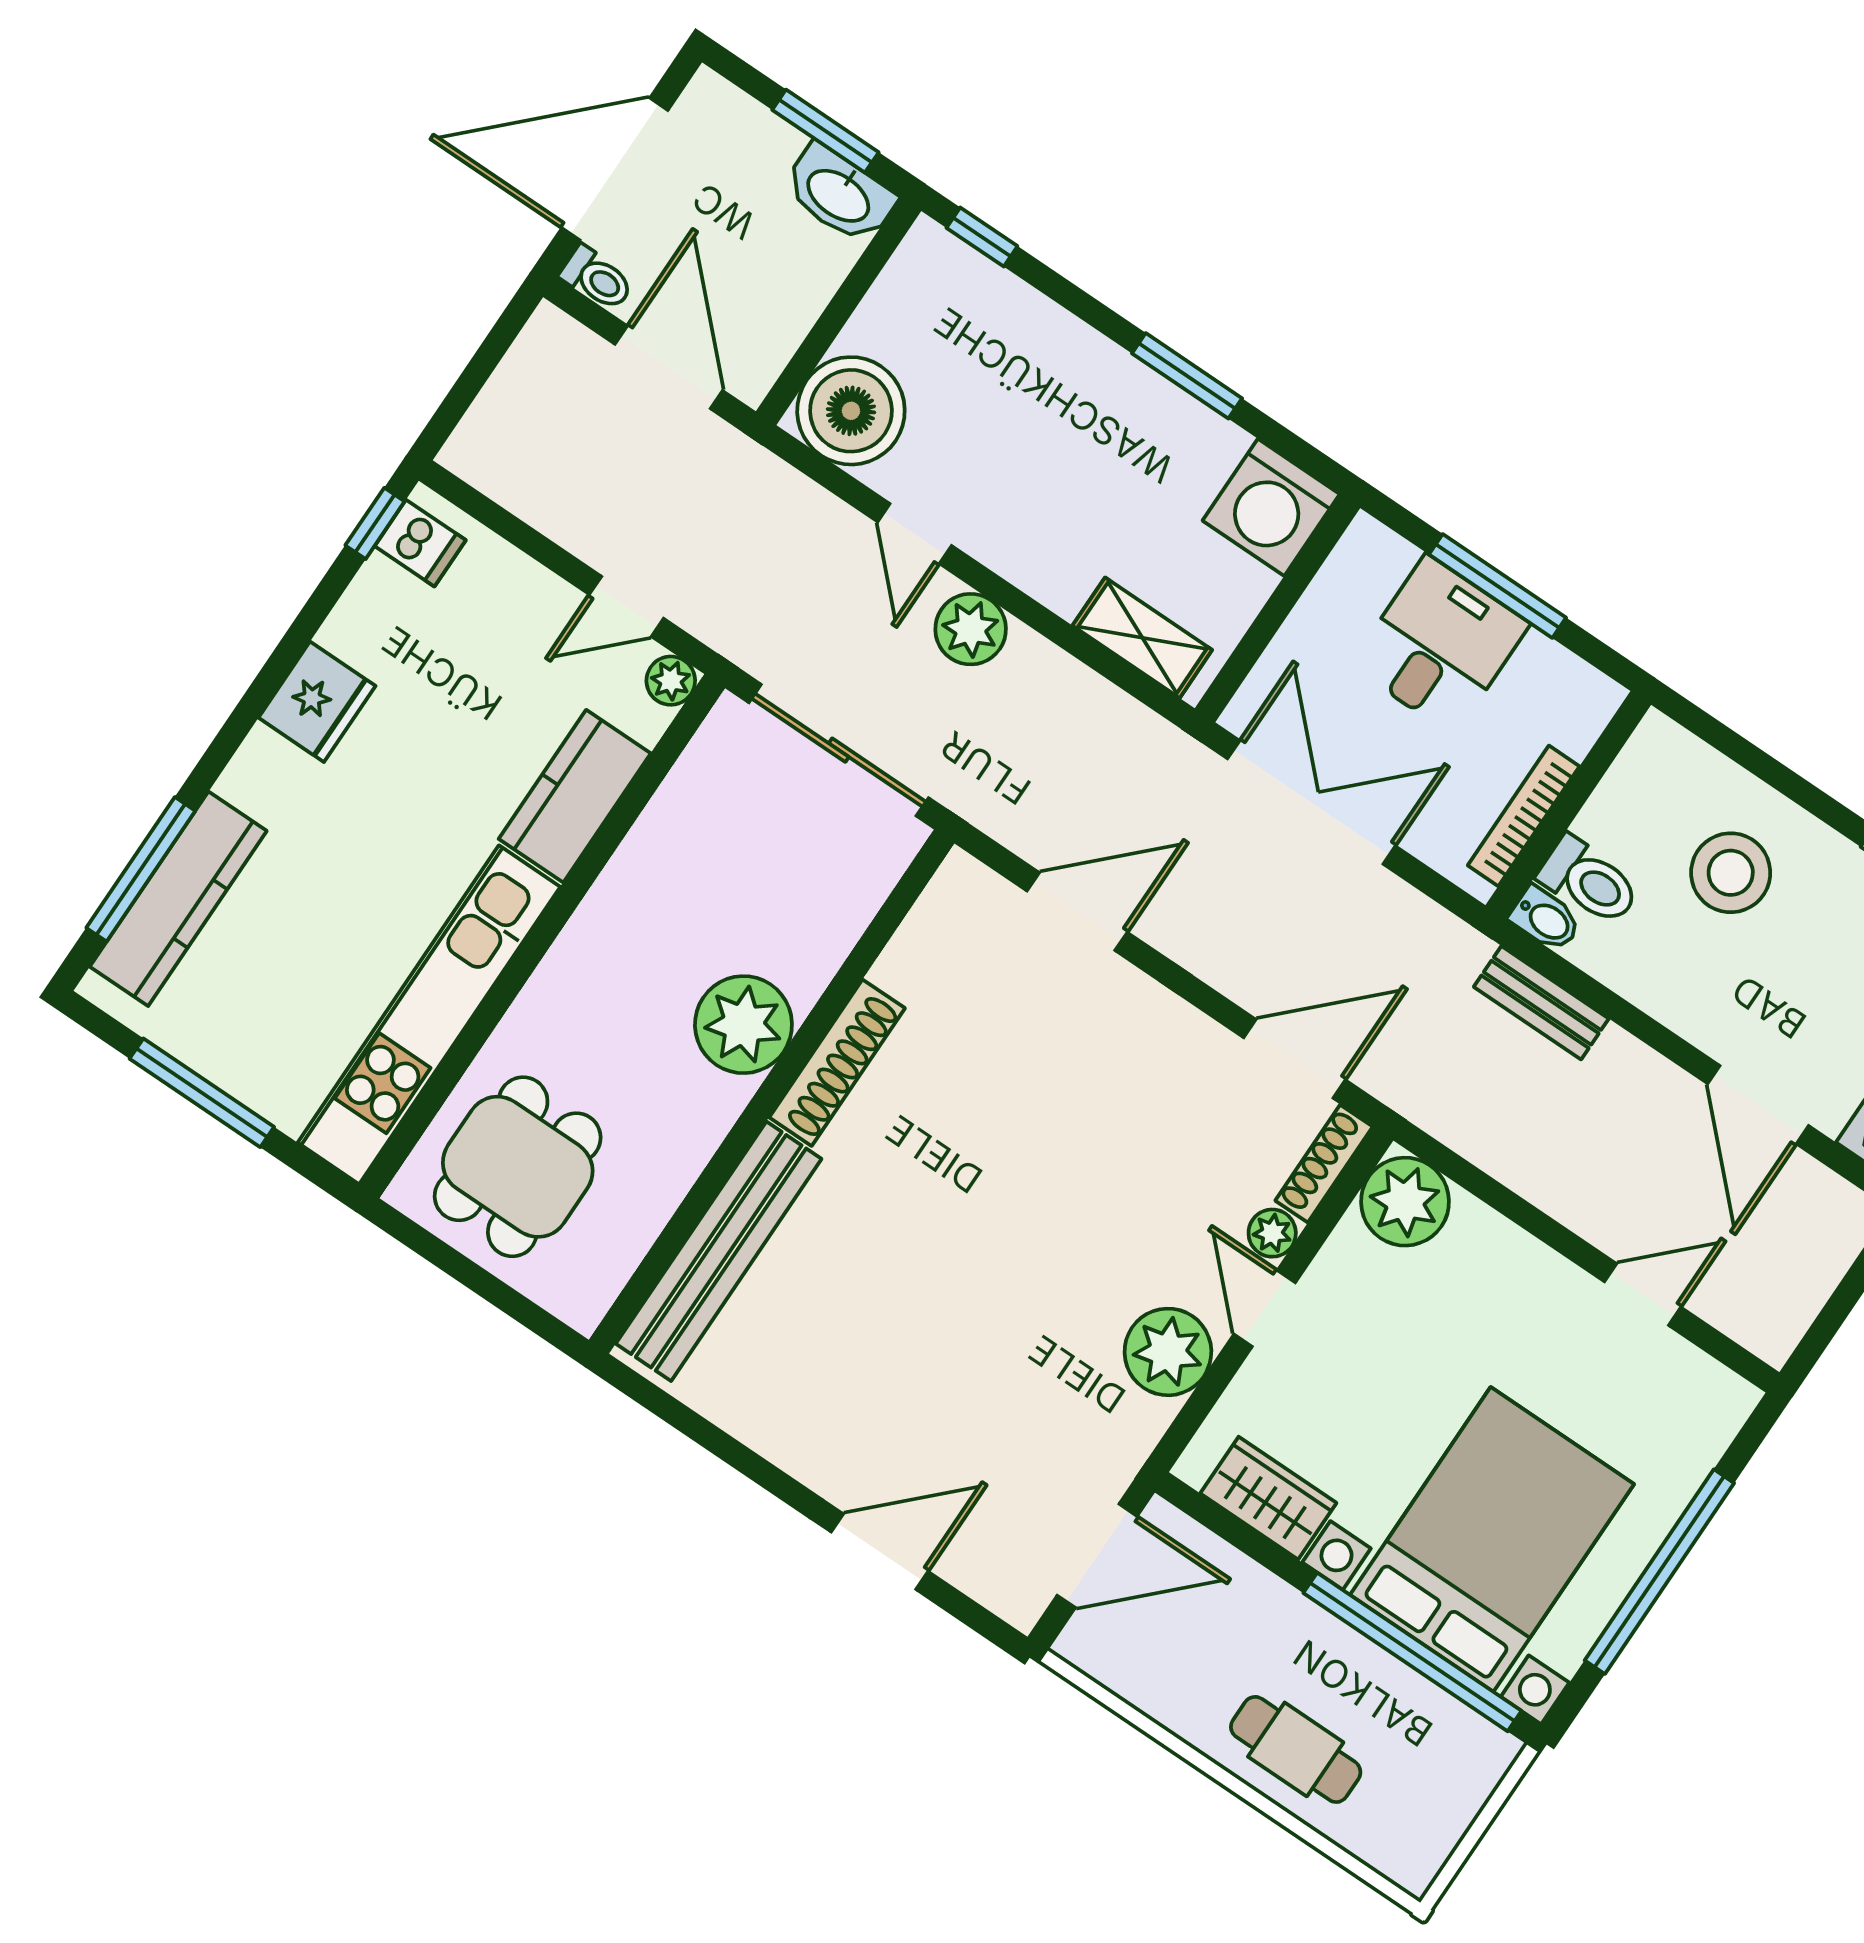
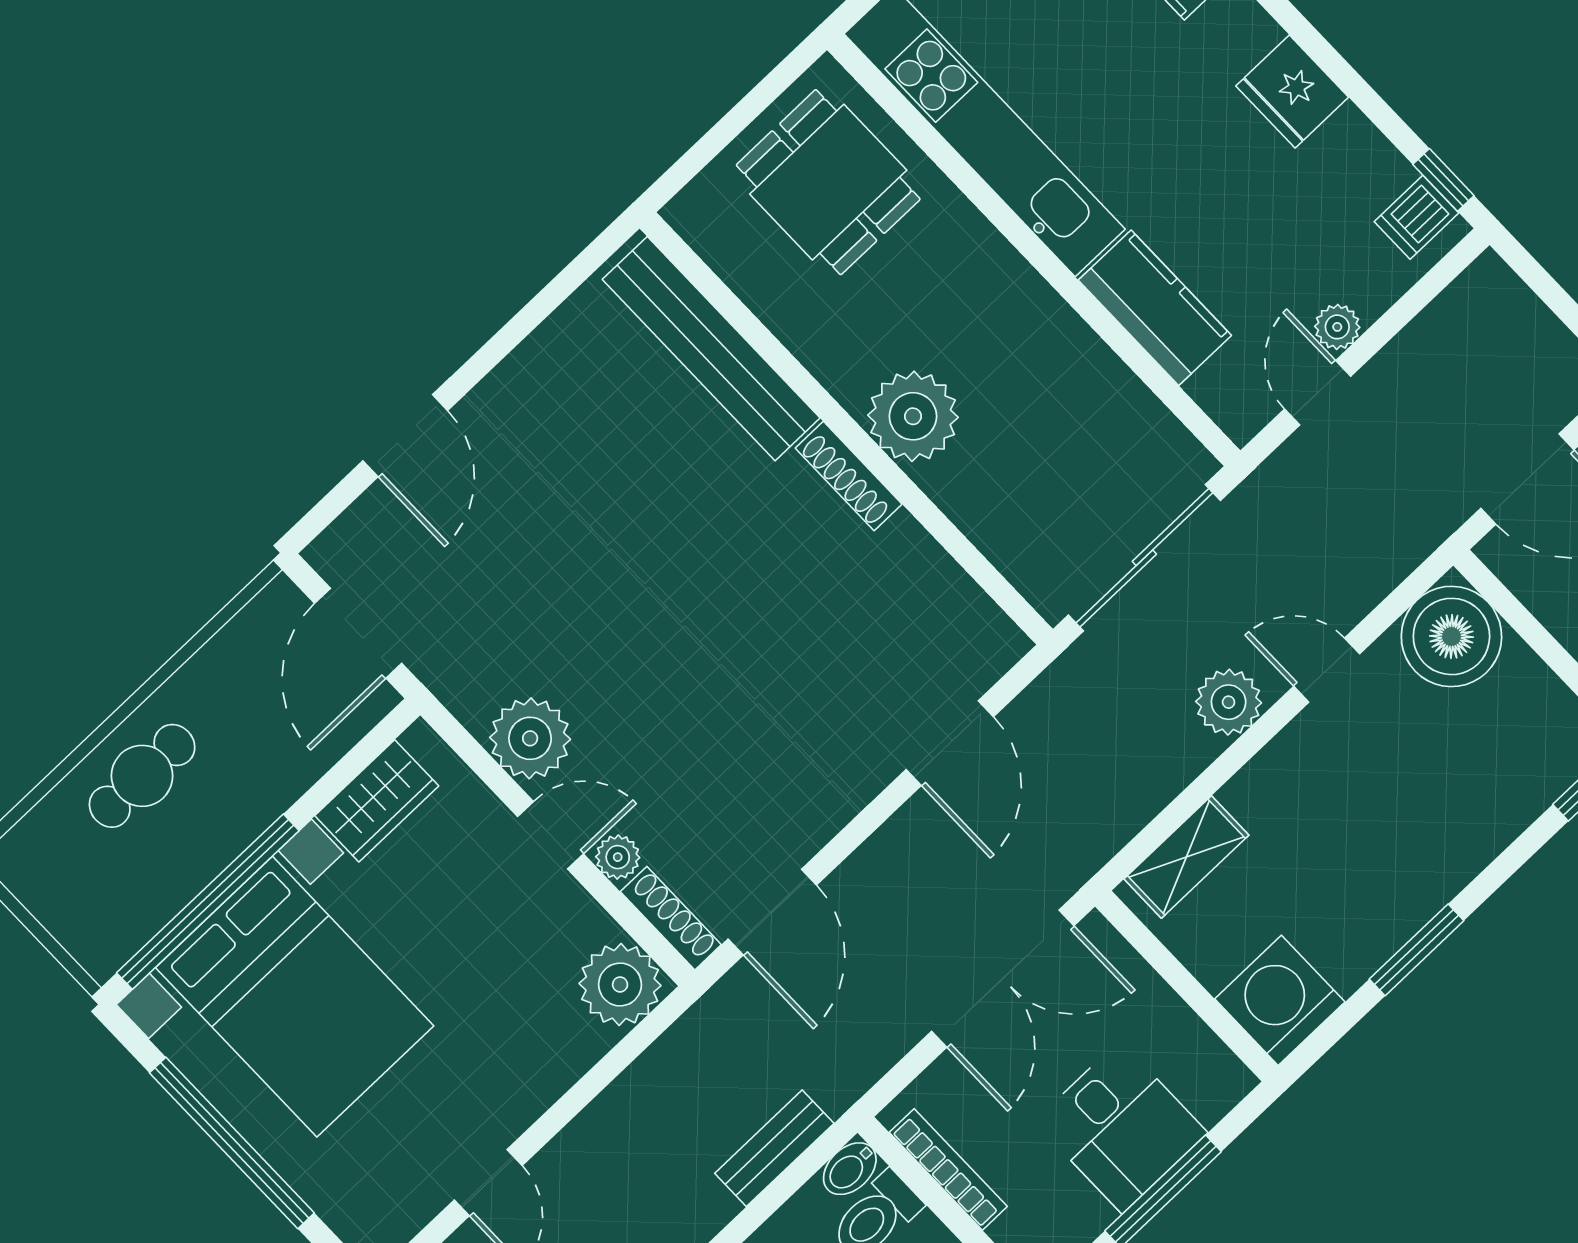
plant: (671, 681) -> (1337, 327), moved
shoe rack: (837, 1063) -> (849, 476), width x0.74, depth x0.81

